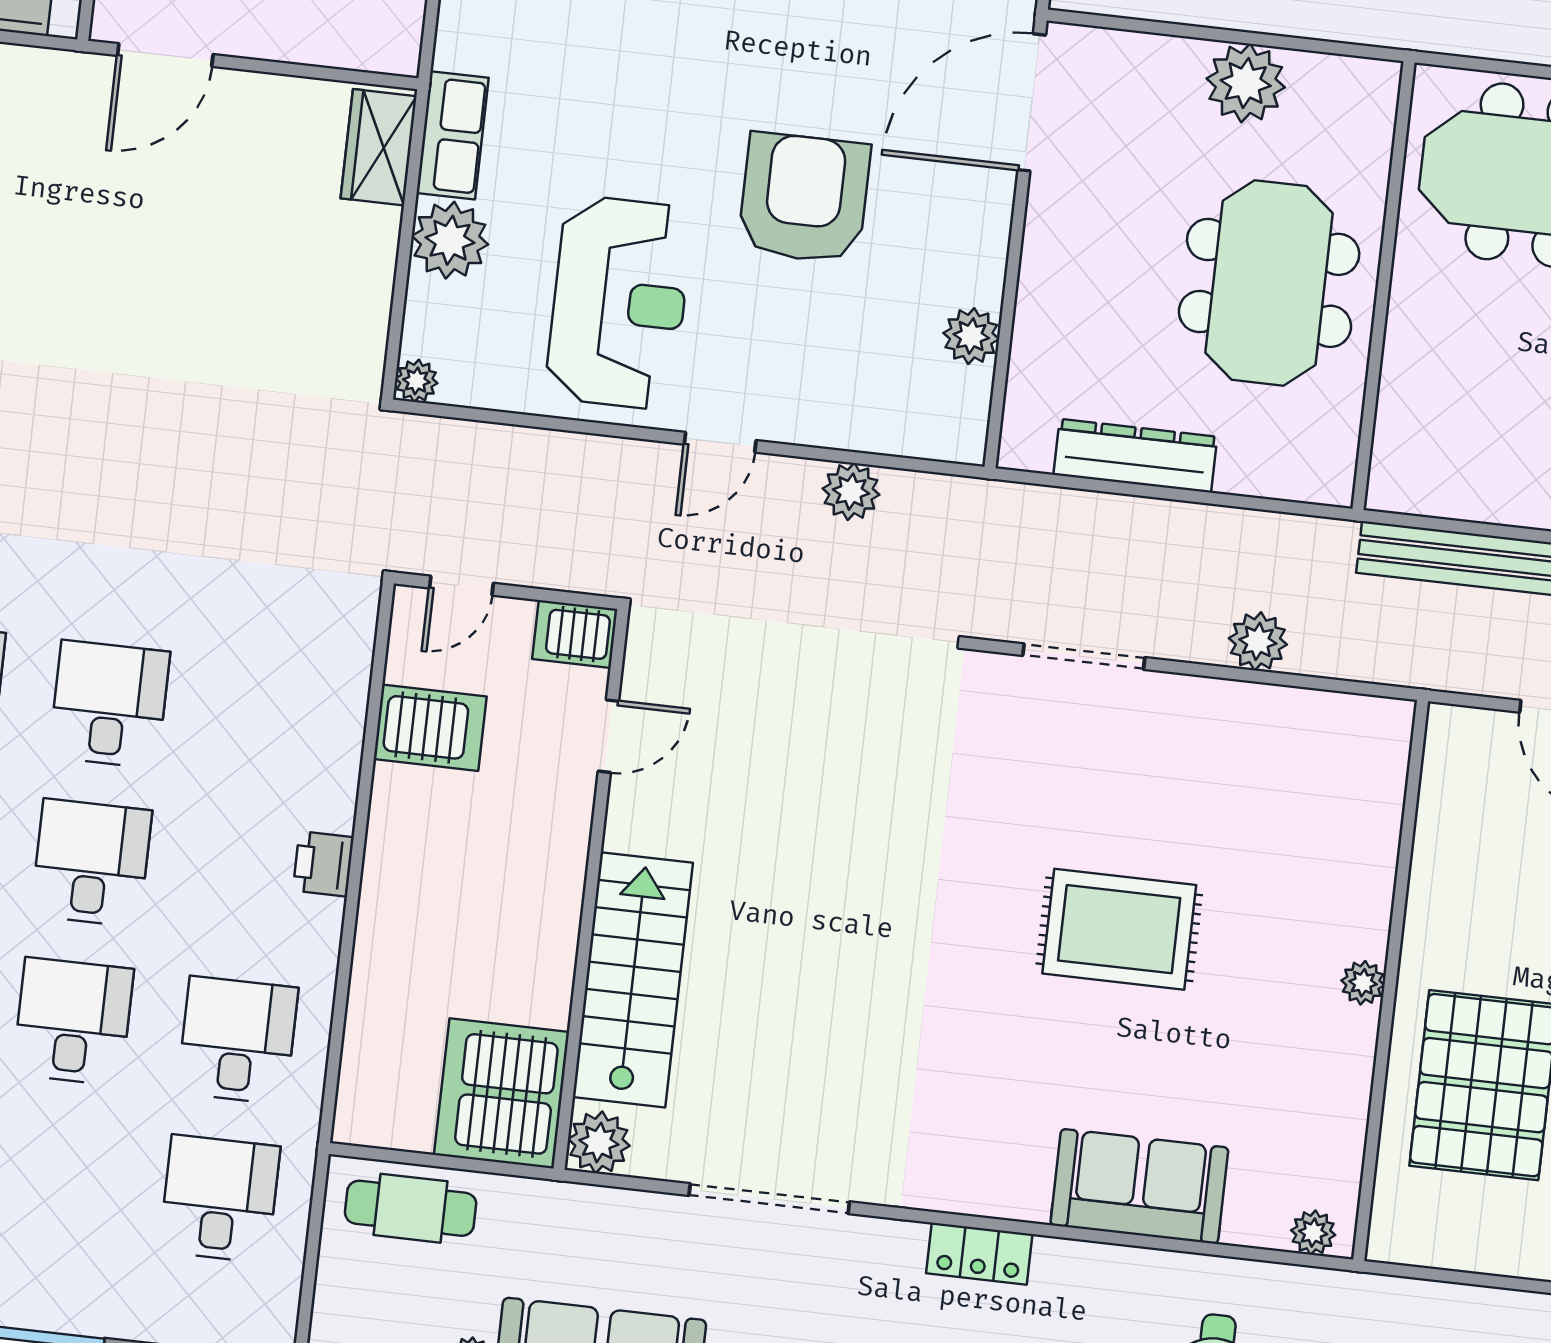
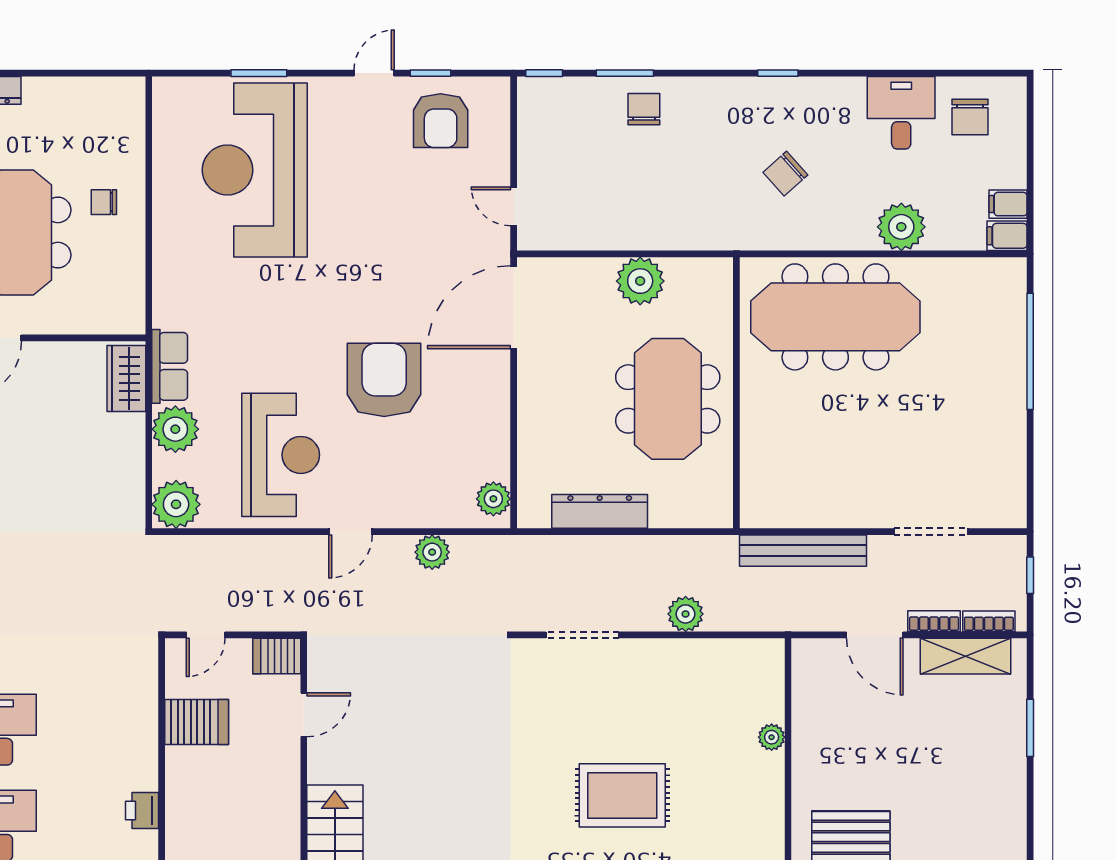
plant: (971, 336) -> (493, 499), moved
plant: (416, 381) -> (176, 504), width x1.88, depth x1.88
plant: (1363, 983) -> (772, 737), moved

